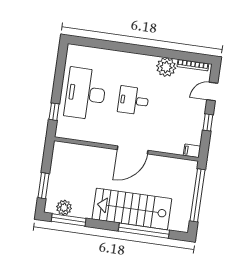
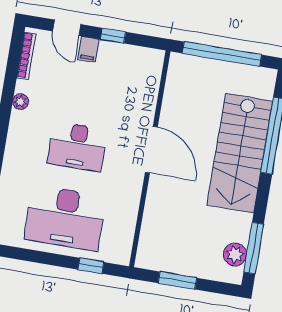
plant: (166, 67) -> (21, 102), width x0.53, depth x0.53
desk: (133, 101) -> (77, 147), width x1.37
filing cabinet: (192, 151) -> (88, 49), moved
window: (44, 186) -> (177, 280), moved

